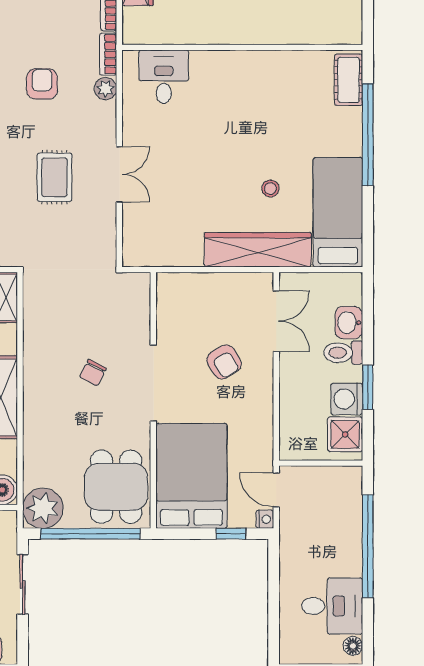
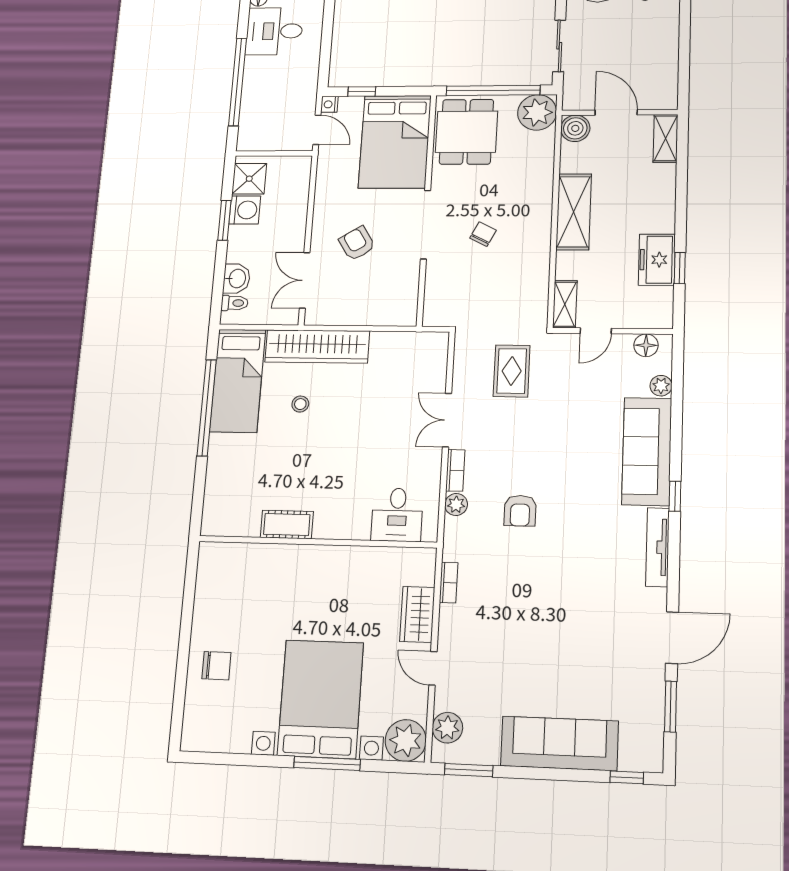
bookcase: (108, 54) -> (455, 470), moved
cot: (348, 80) -> (287, 524), moved, turned 90
window: (368, 135) -> (207, 408), moved
rug: (54, 177) -> (512, 371), moved
toilet: (343, 353) -> (235, 303), moved, width x0.73, depth x0.72

